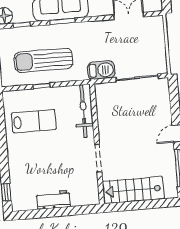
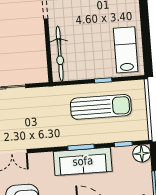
barbecue: (101, 70) -> (41, 96), removed
lab bench: (34, 121) -> (126, 50), moved, turned 90

